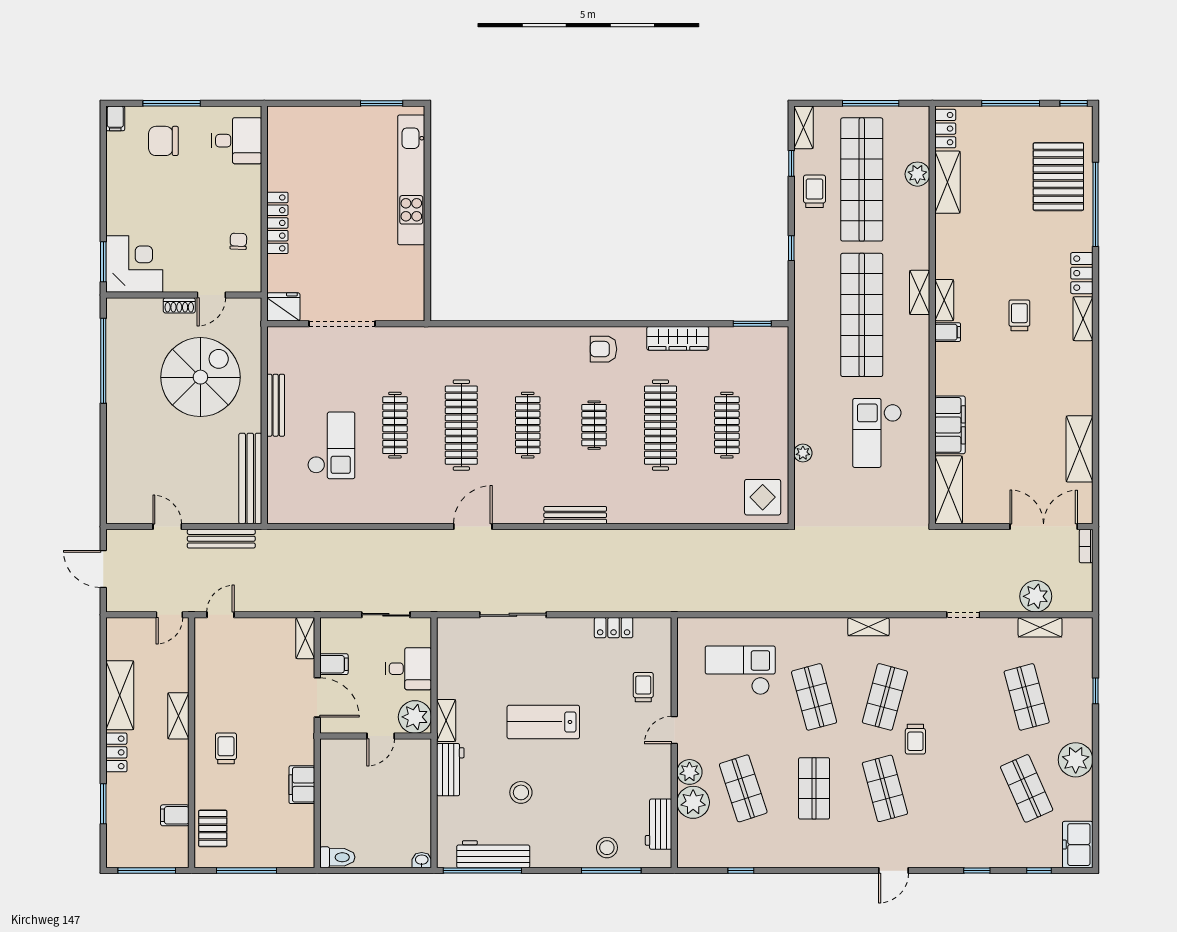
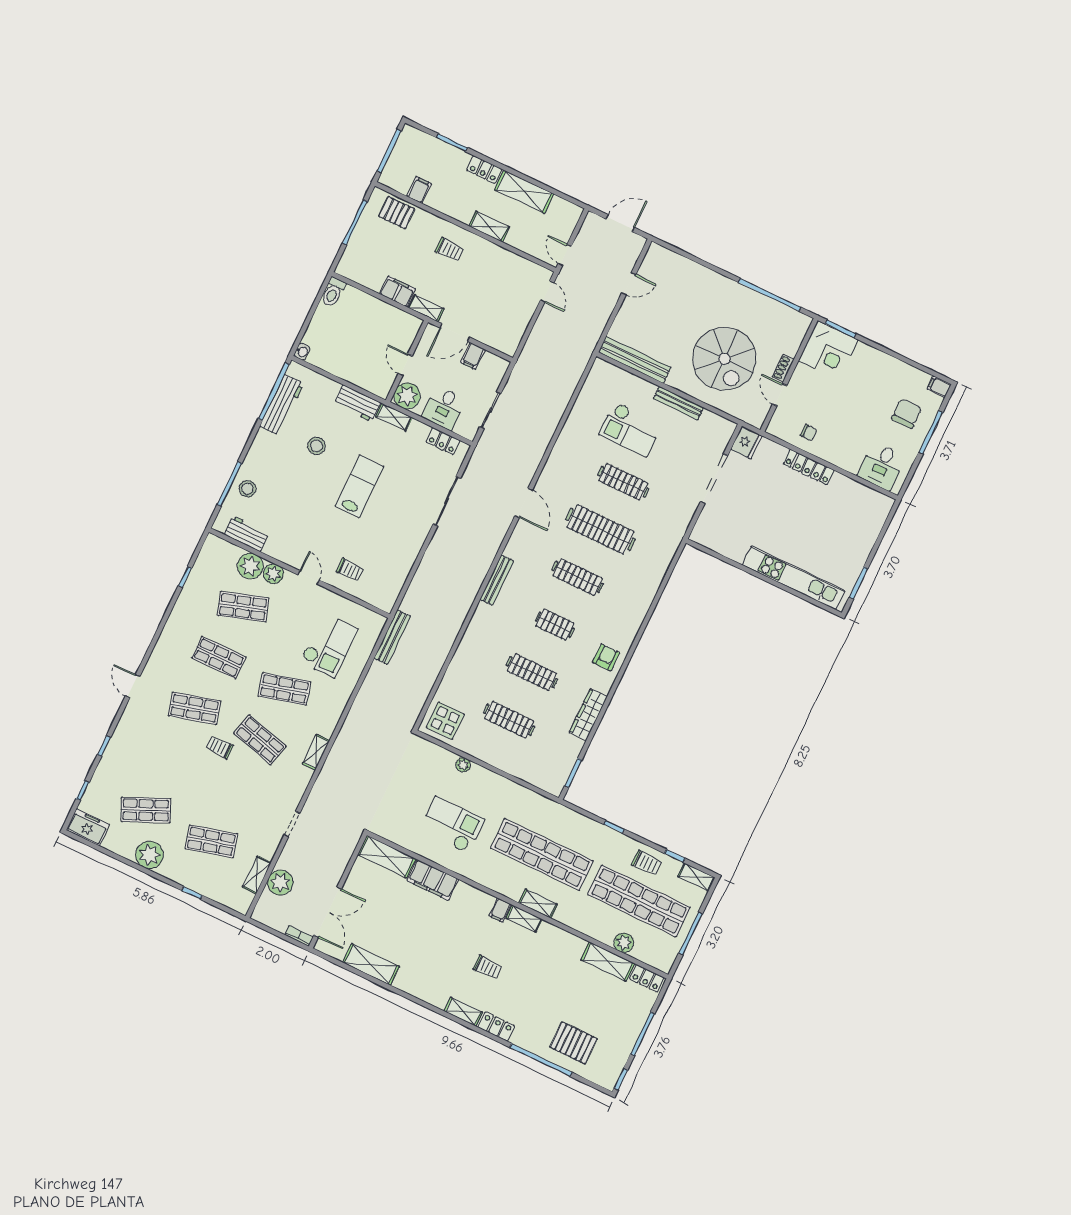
pallet: (1058, 177) -> (574, 1043), width x0.73, depth x0.71
clothes rail: (660, 425) -> (532, 672), width x0.73, depth x0.76
bench: (221, 539) -> (392, 637), moved
locker: (614, 628) -> (443, 441), moved, turned -90
shelving: (305, 638) -> (426, 308), moved

